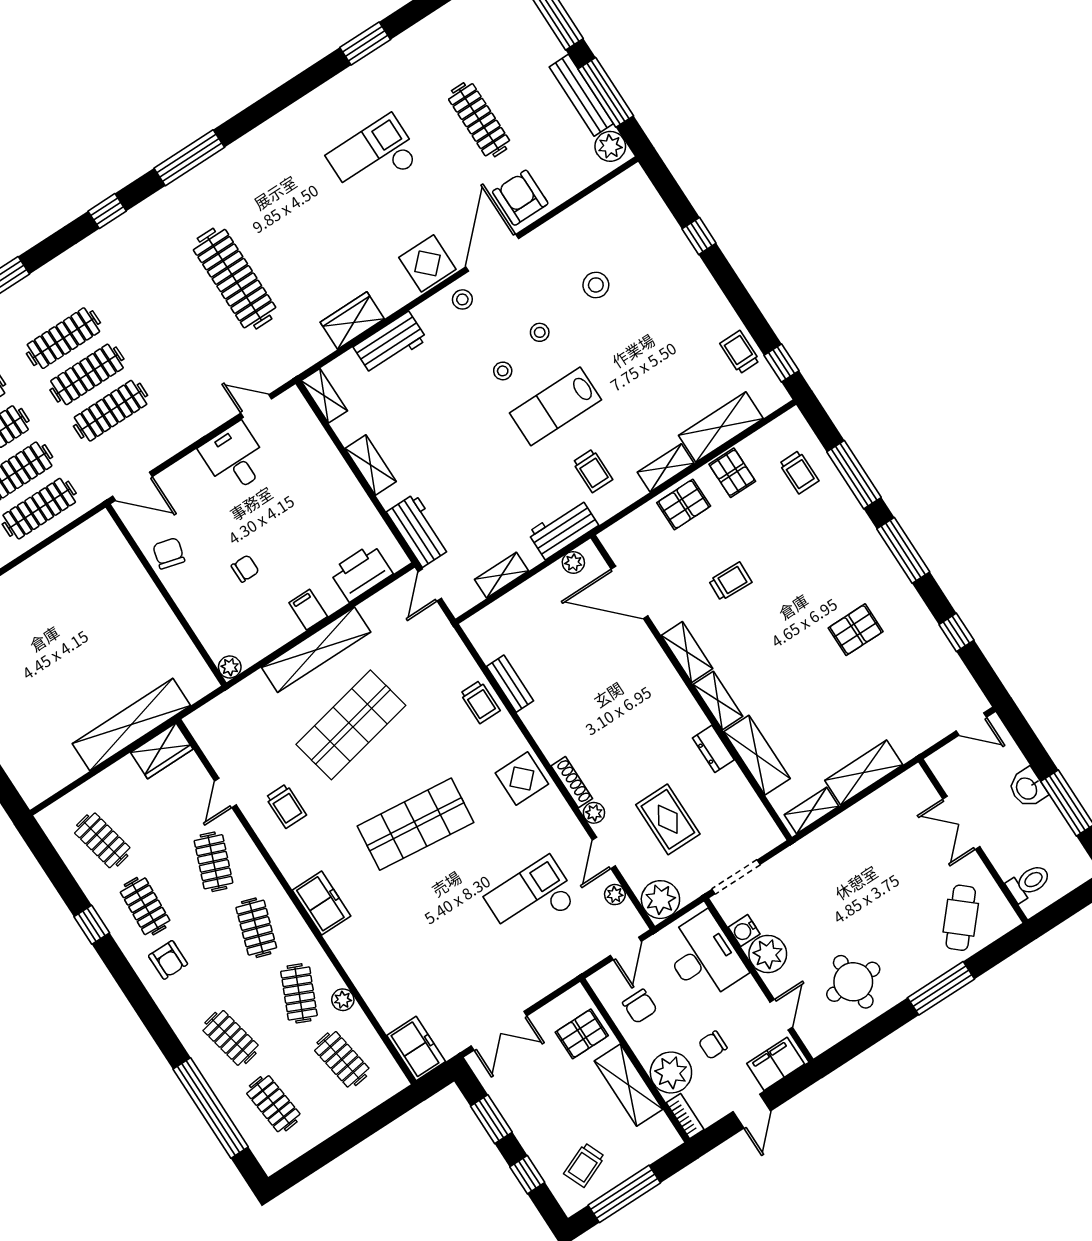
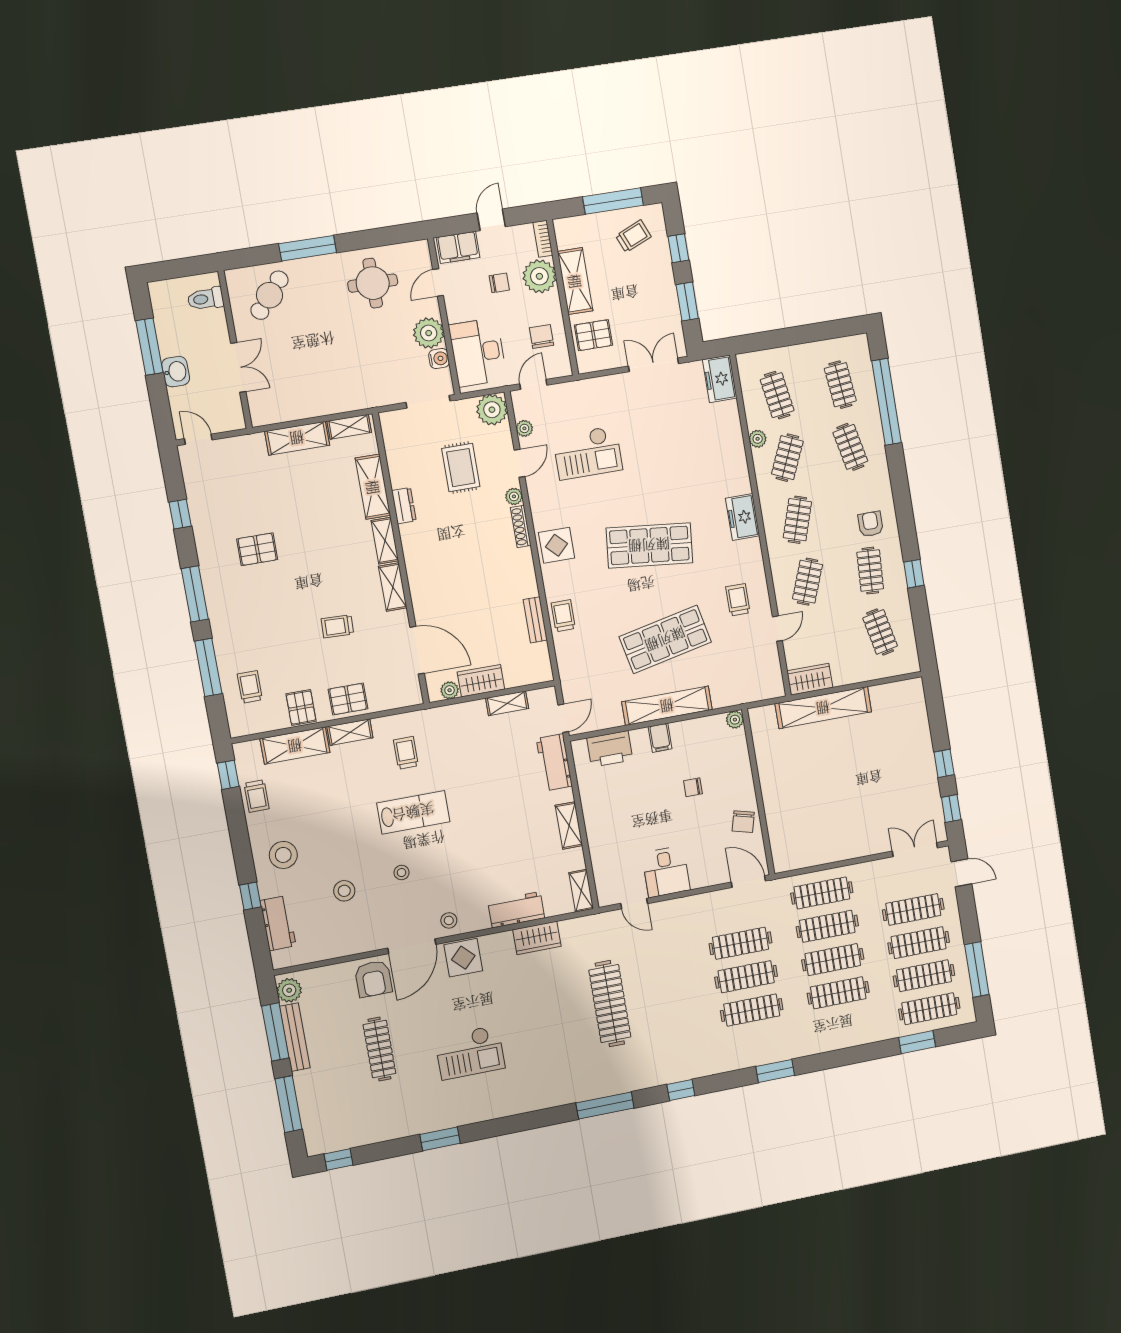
stool: (503, 371) -> (283, 855), moved, width x1.89, depth x1.89
workbench: (563, 529) -> (278, 923), moved, turned -90
wardrobe: (542, 588) -> (481, 681), added

